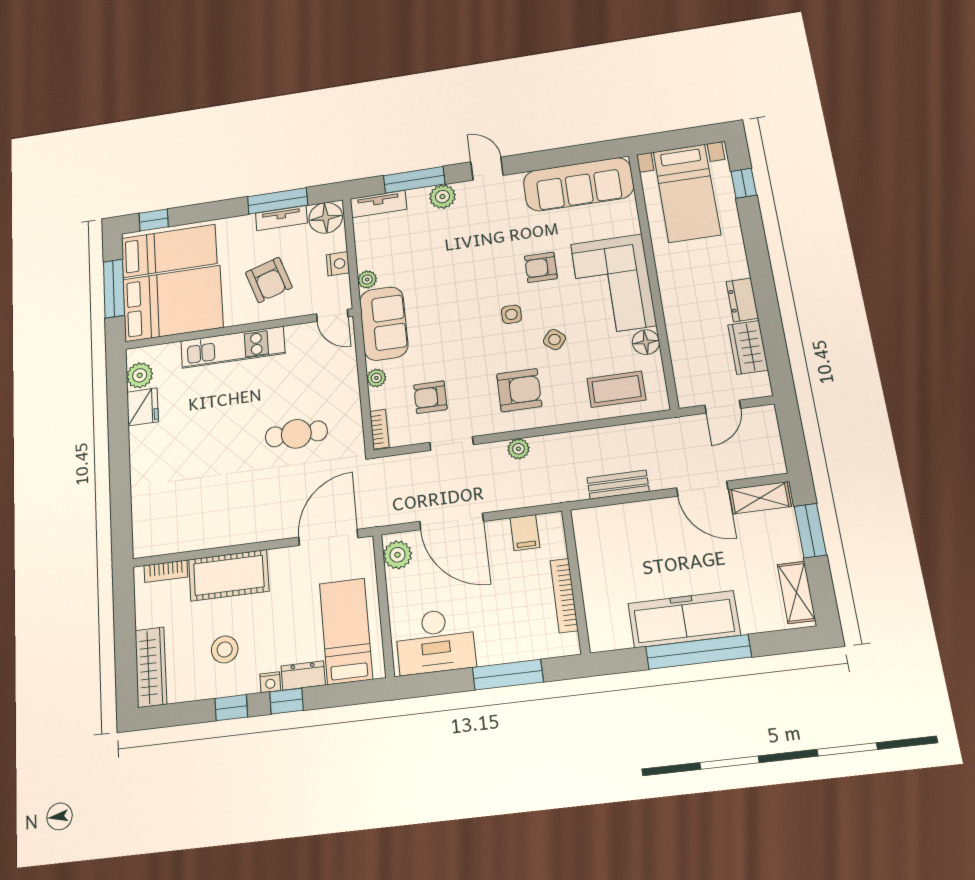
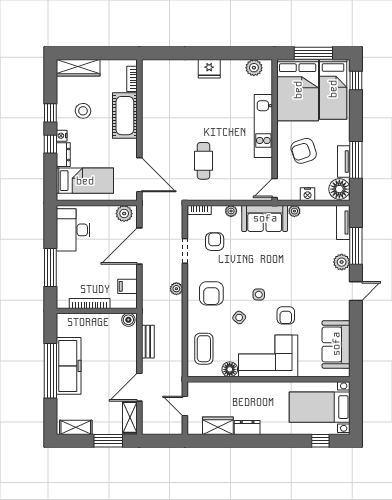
sofa: (578, 184) -> (336, 344), width x0.73
armchair: (541, 267) -> (286, 315), turned 180
fridge: (143, 407) -> (209, 69), moved
boiler: (584, 523) -> (128, 320), added

